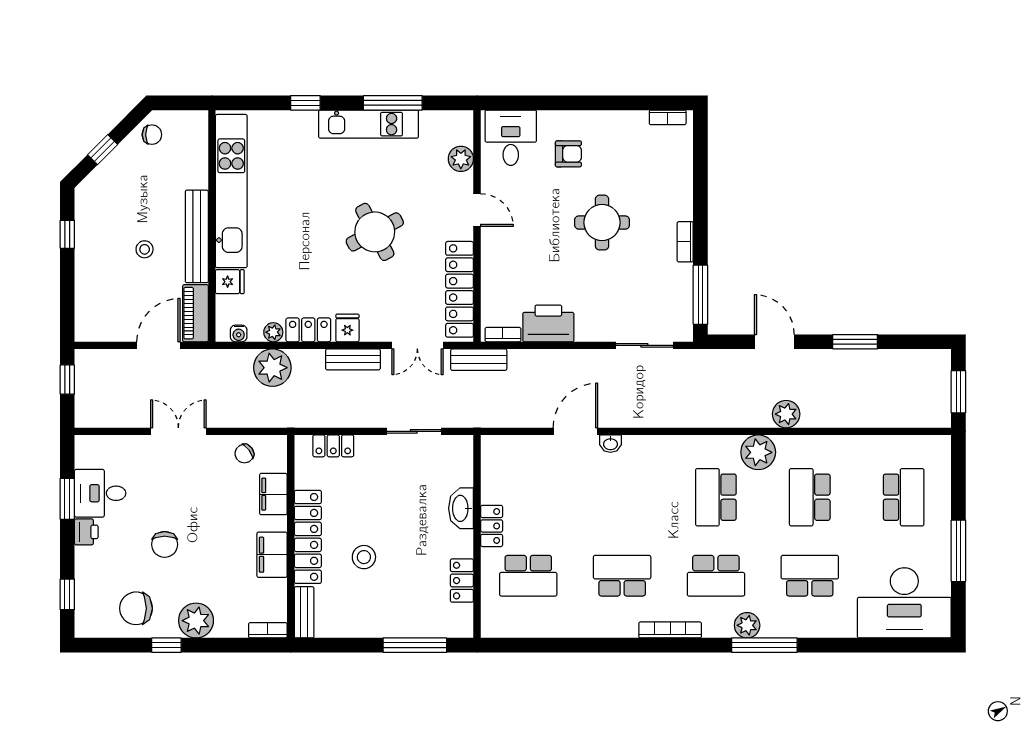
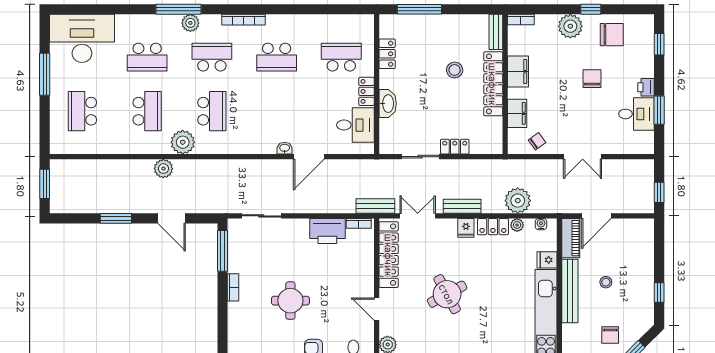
chair: (138, 173) -> (610, 335), added
locker: (333, 446) -> (455, 147), moved
desk: (508, 477) -> (355, 125), added

